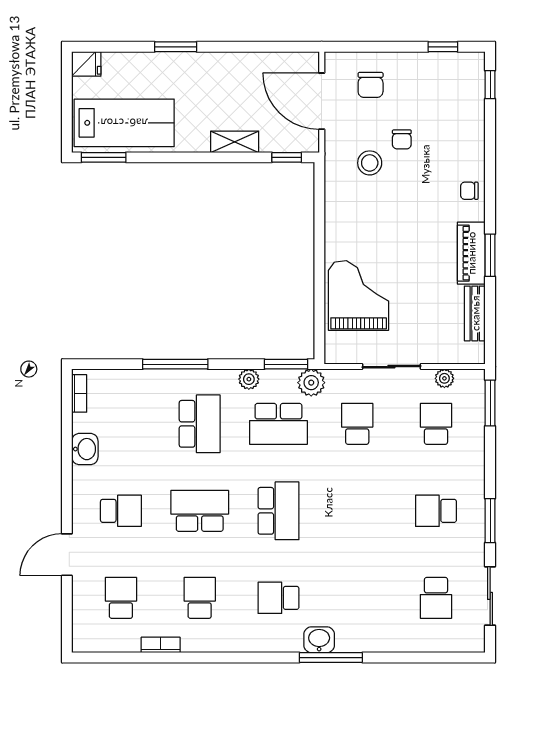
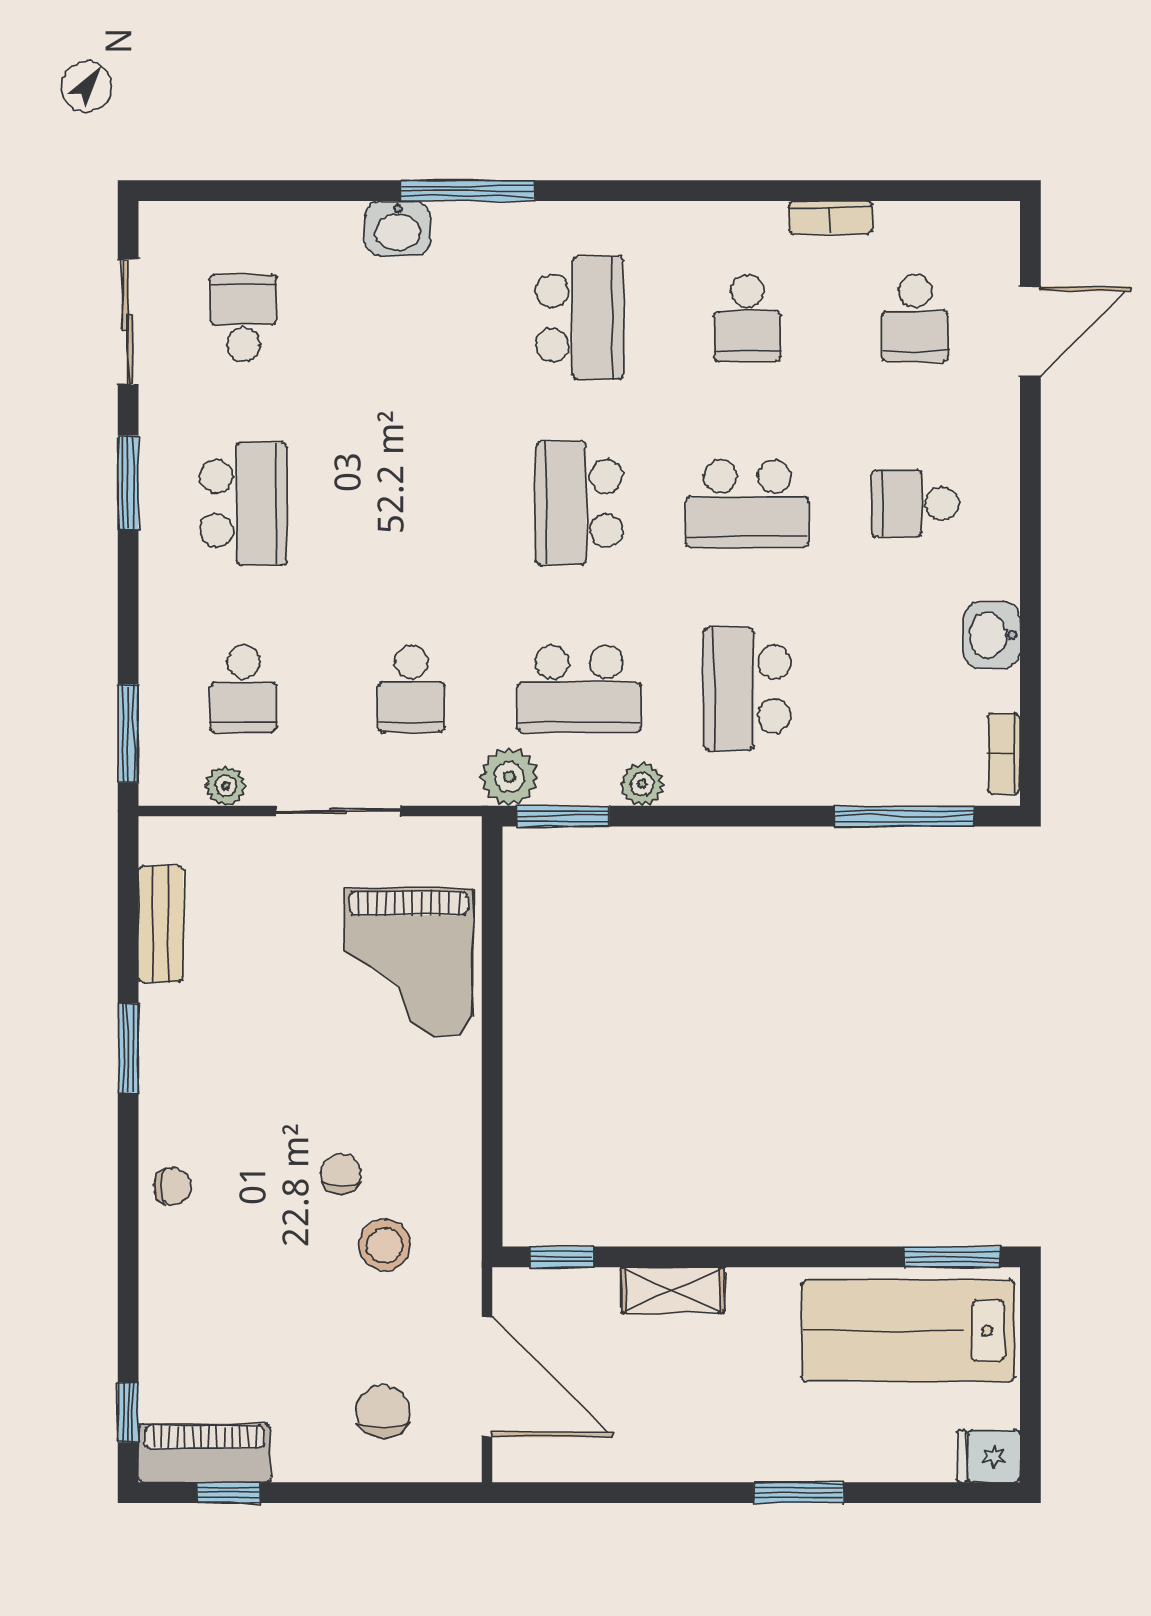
chair: (402, 139) -> (341, 1174), moved
piano: (471, 253) -> (205, 1453), moved, turned -90
window: (175, 364) -> (904, 816), moved
school desk: (278, 424) -> (579, 689), turned 180
school desk: (436, 511) -> (243, 503), width x1.85
door: (67, 555) -> (1030, 331), moved
school desk: (278, 598) -> (579, 318), width x1.85
washbasin: (319, 640) -> (398, 229), moved

